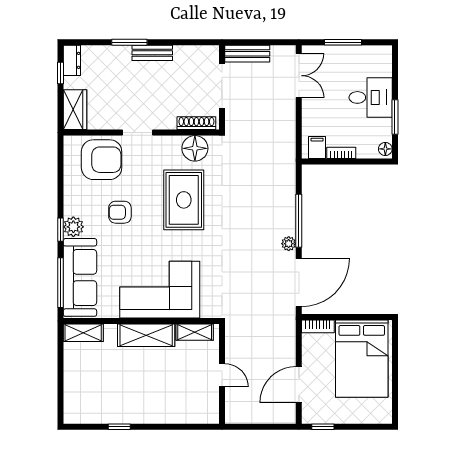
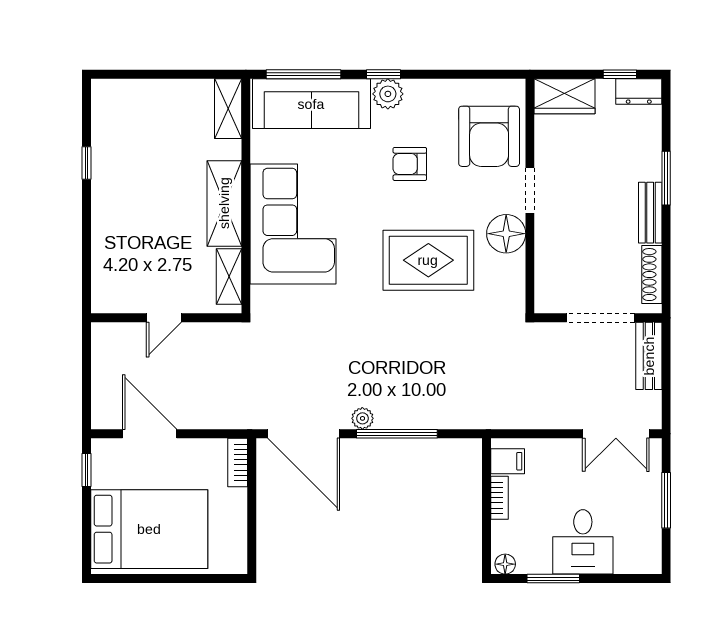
shoe rack: (196, 123) -> (652, 275), moved, turned 180
floor lamp: (195, 148) -> (506, 234), moved
armchair: (120, 212) -> (410, 164), turned -90
bed: (362, 359) -> (149, 529), moved, turned 180

